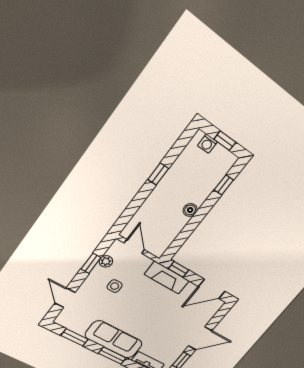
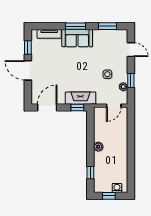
window: (158, 174) -> (131, 155), removed
door: (134, 246) -> (114, 106), hinge flipped
door: (200, 338) -> (28, 70), hinge flipped
sofa: (114, 340) -> (77, 38), width x0.73

